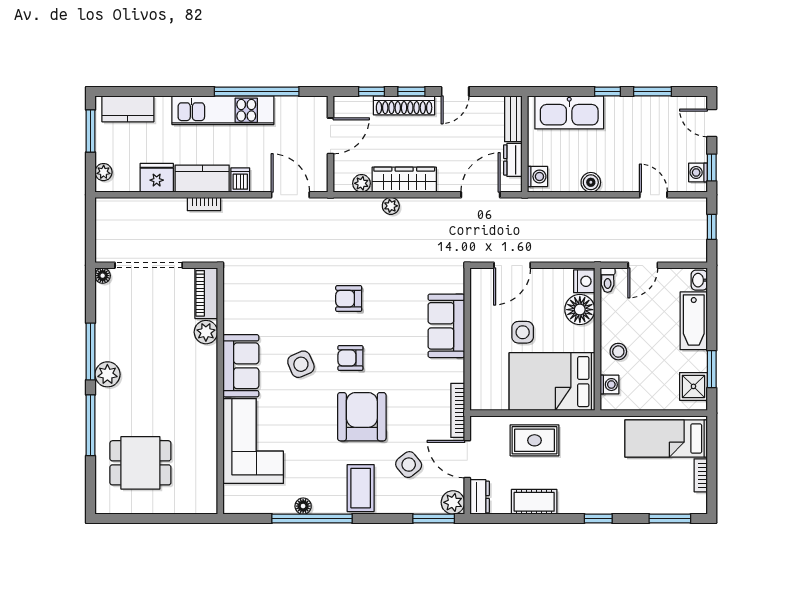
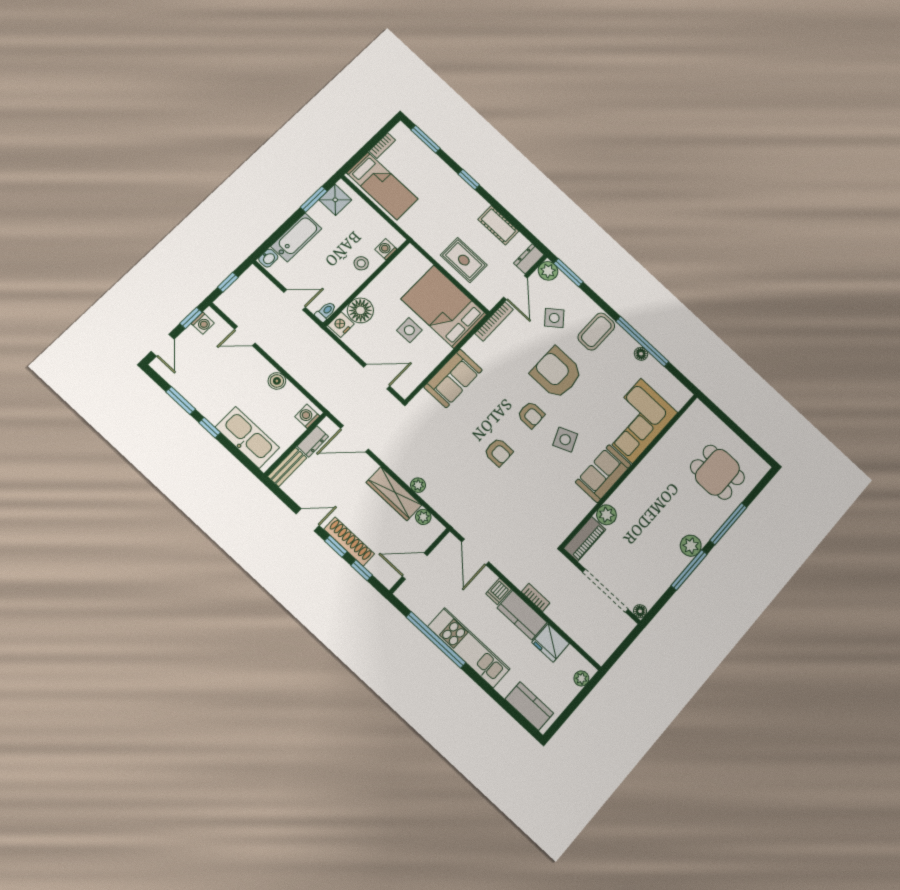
window: (91, 131) -> (566, 714), removed
door: (653, 195) -> (245, 336), hinge flipped
bed: (552, 382) -> (444, 307), moved, turned 180
armchair: (362, 417) -> (557, 373), turned 90

